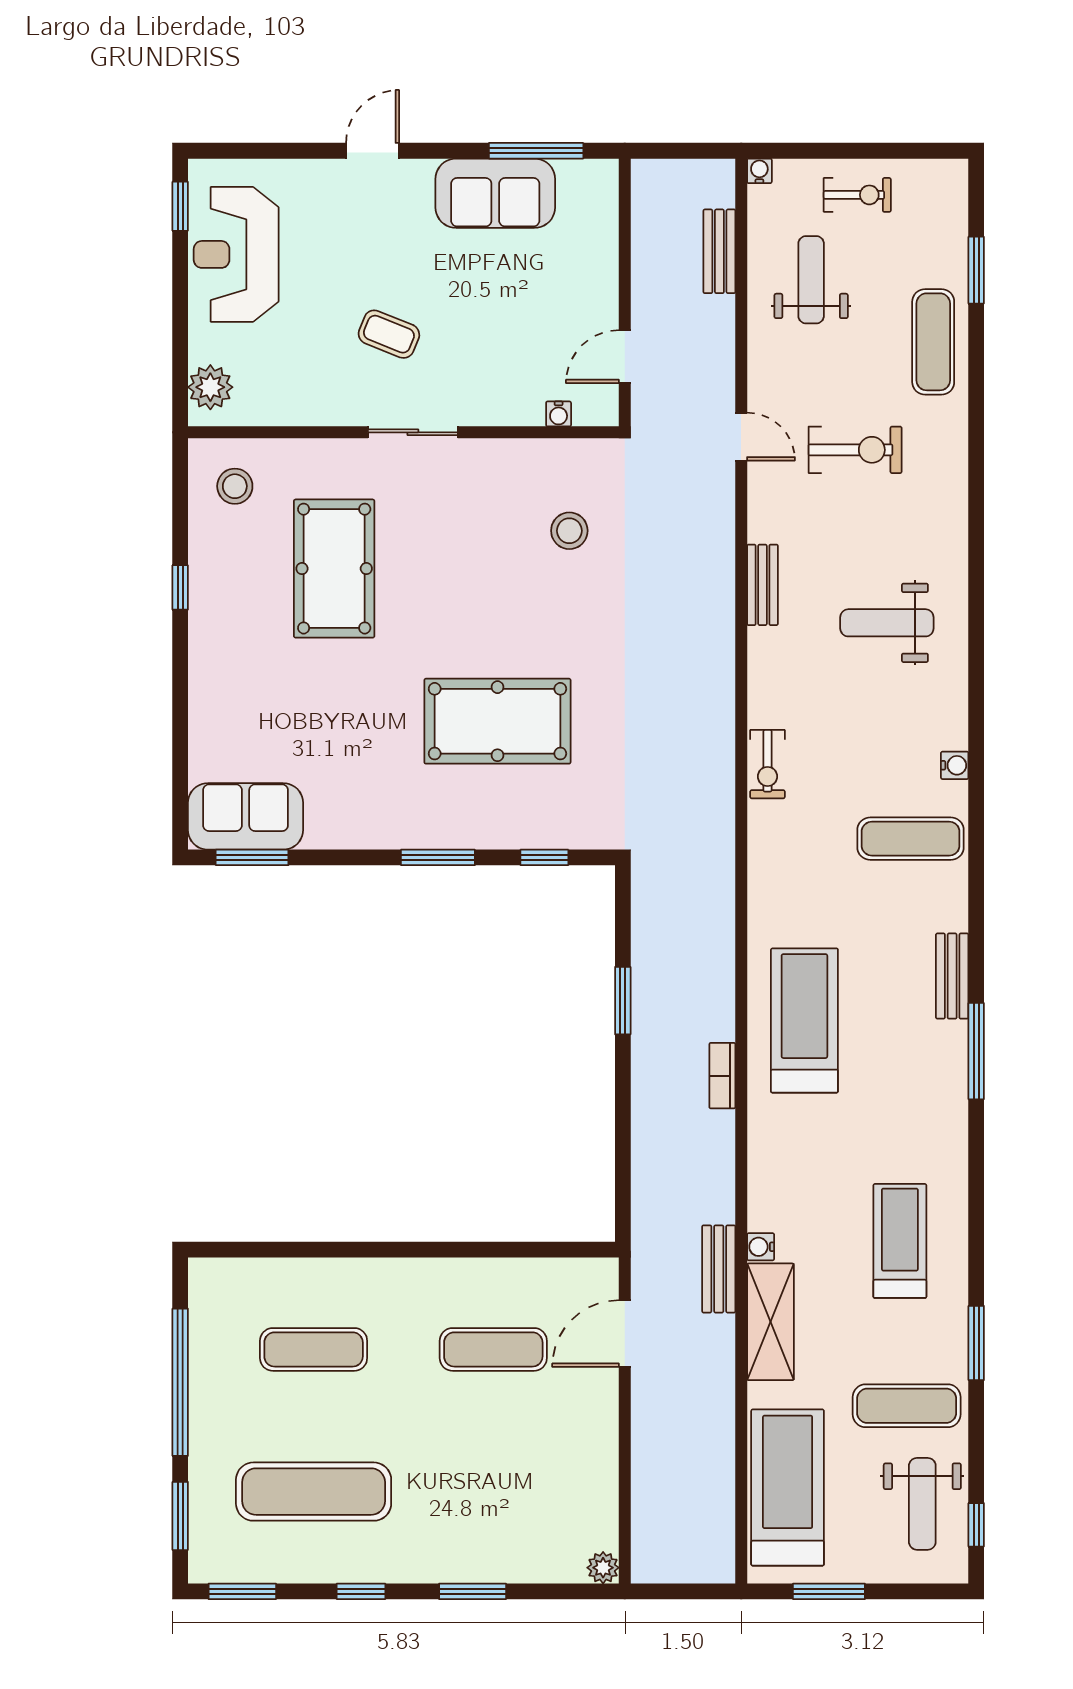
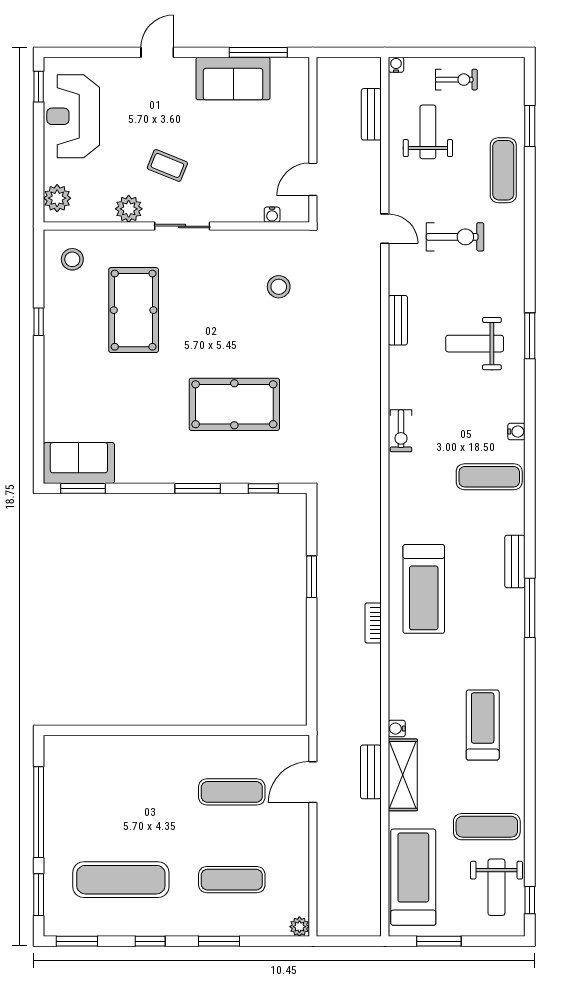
plant: (326, 404) -> (129, 209), added
treadmill: (804, 1020) -> (424, 589), turned 180
bench: (719, 1269) -> (371, 772), moved
window: (976, 1343) -> (530, 336), moved
exercise mat: (314, 1349) -> (232, 880), moved

